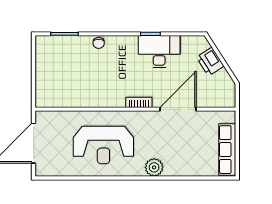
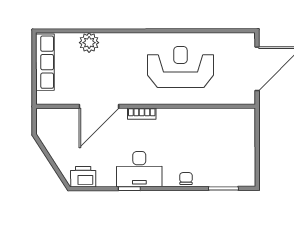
desk: (159, 52) -> (139, 169), moved
printer: (210, 62) -> (83, 177), moved, turned -57
plant: (154, 167) -> (89, 43), moved

